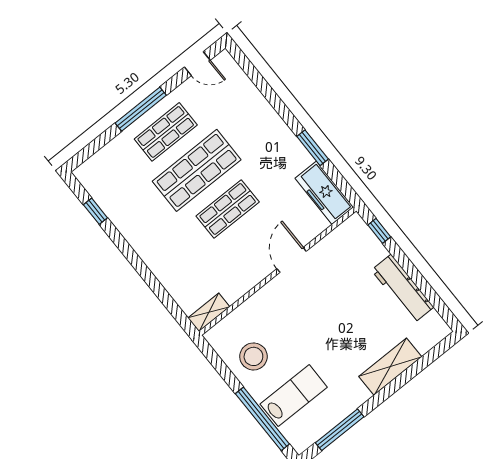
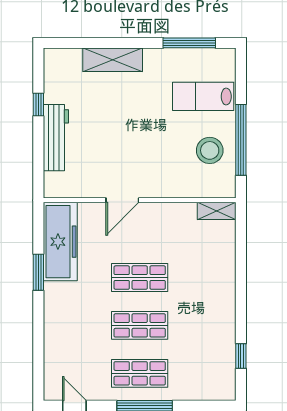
shop shelf: (197, 170) -> (140, 325), width x0.70, depth x0.74
freezer: (324, 193) -> (60, 242), width x1.36, depth x1.26
window: (379, 231) -> (38, 105), moved
workbench: (403, 289) -> (56, 138), moved
window: (262, 419) -> (241, 140), moved

